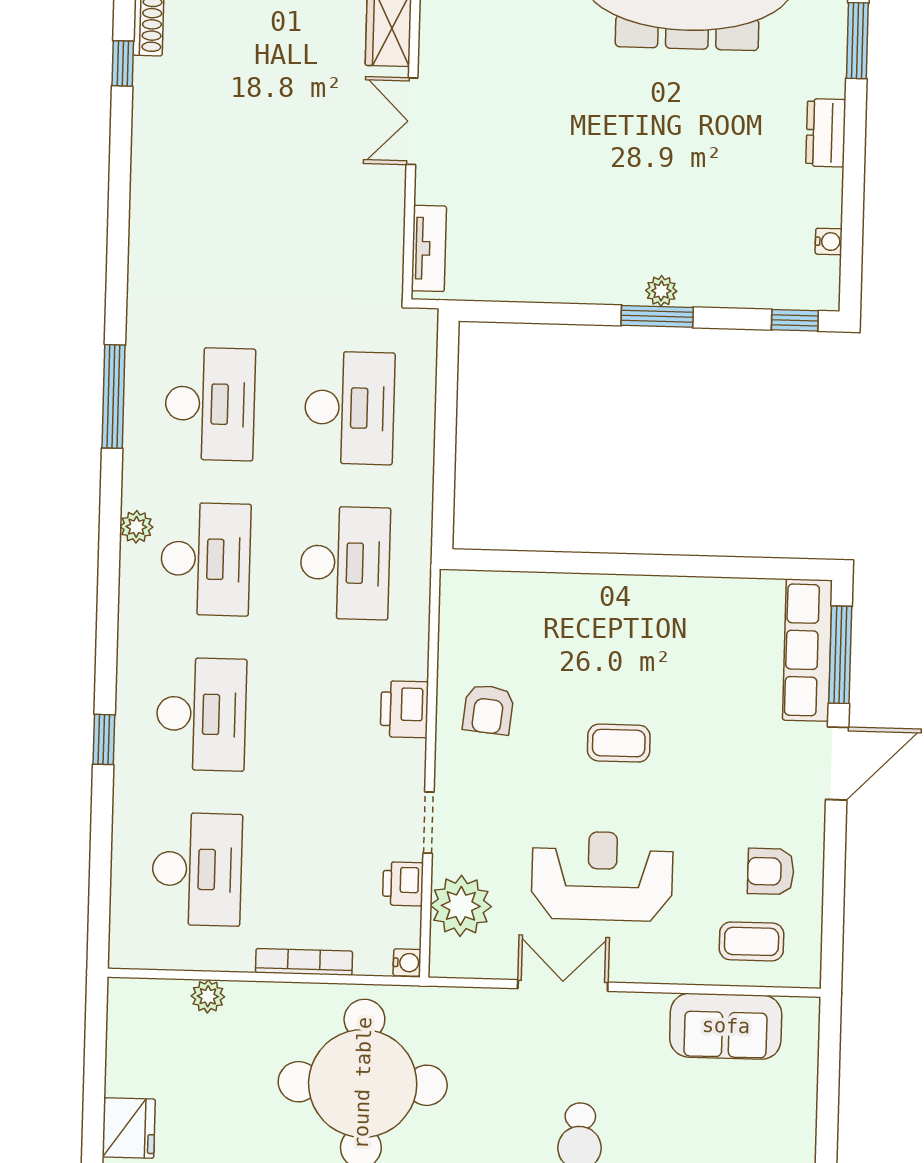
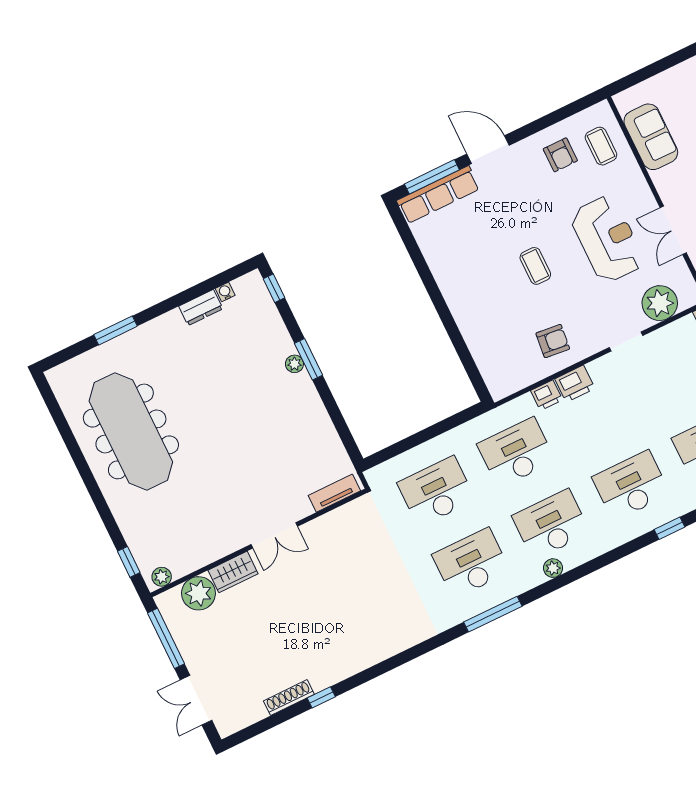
dresser: (826, 133) -> (201, 308), moved
reception desk: (602, 876) -> (607, 239), turned 180
printer: (403, 884) -> (547, 395), moved

